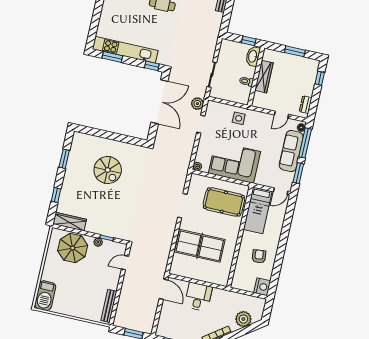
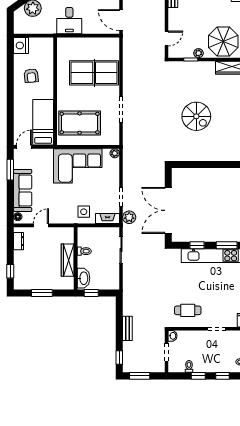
window: (152, 66) -> (197, 245), moved
fireplace: (218, 107) -> (107, 219), added
window: (305, 143) -> (10, 202), removed
spiral stairs: (108, 170) -> (196, 116), moved, turned 180
desk: (198, 297) -> (69, 21), moved

